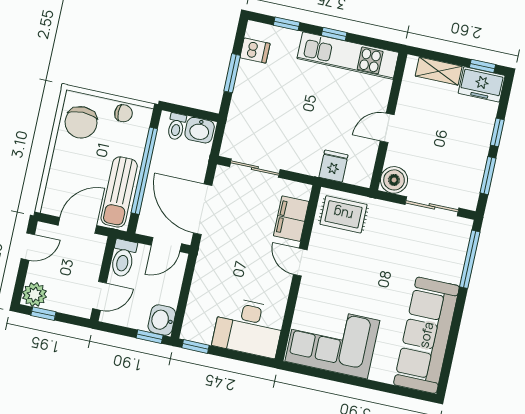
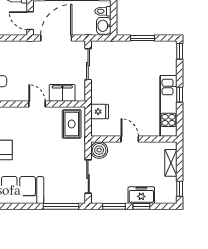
window: (287, 24) -> (180, 51), moved
dishwasher: (255, 51) -> (159, 49), removed
freezer: (482, 84) -> (141, 195), moved, turned 90
door: (300, 262) -> (37, 104), hinge flipped

